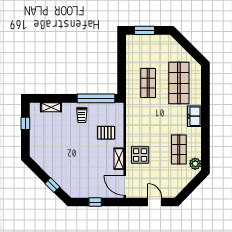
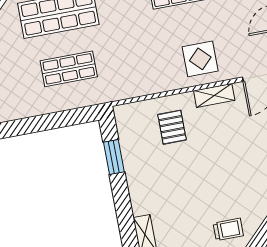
window: (96, 98) -> (114, 157), width x0.47
trolley: (82, 115) -> (228, 229), moved

